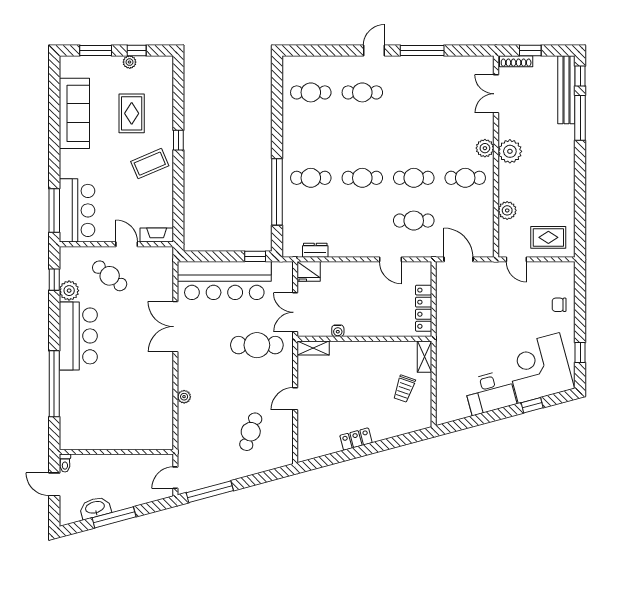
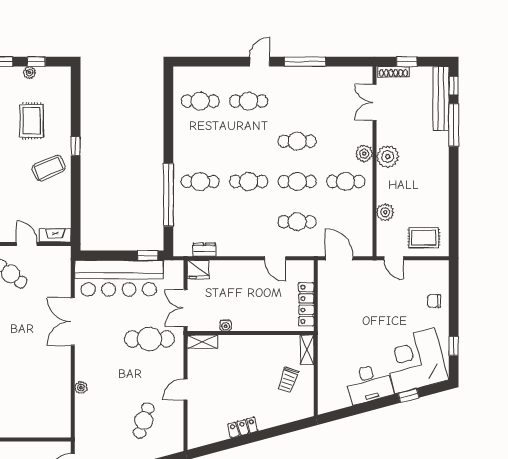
cafe table: (414, 135) -> (297, 141), added

